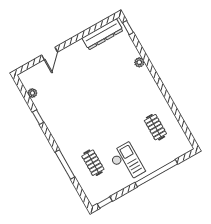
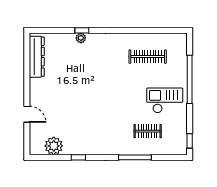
window: (128, 28) -> (82, 30), moved
plant: (32, 93) -> (54, 146), width x1.88, depth x1.88
clothes rail: (155, 127) -> (148, 57), width x1.36

